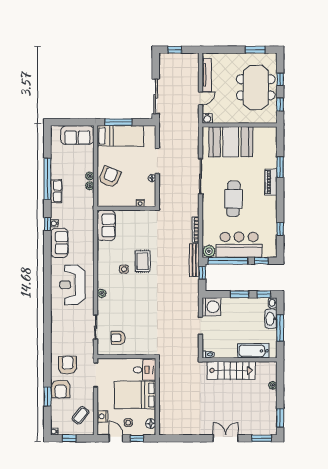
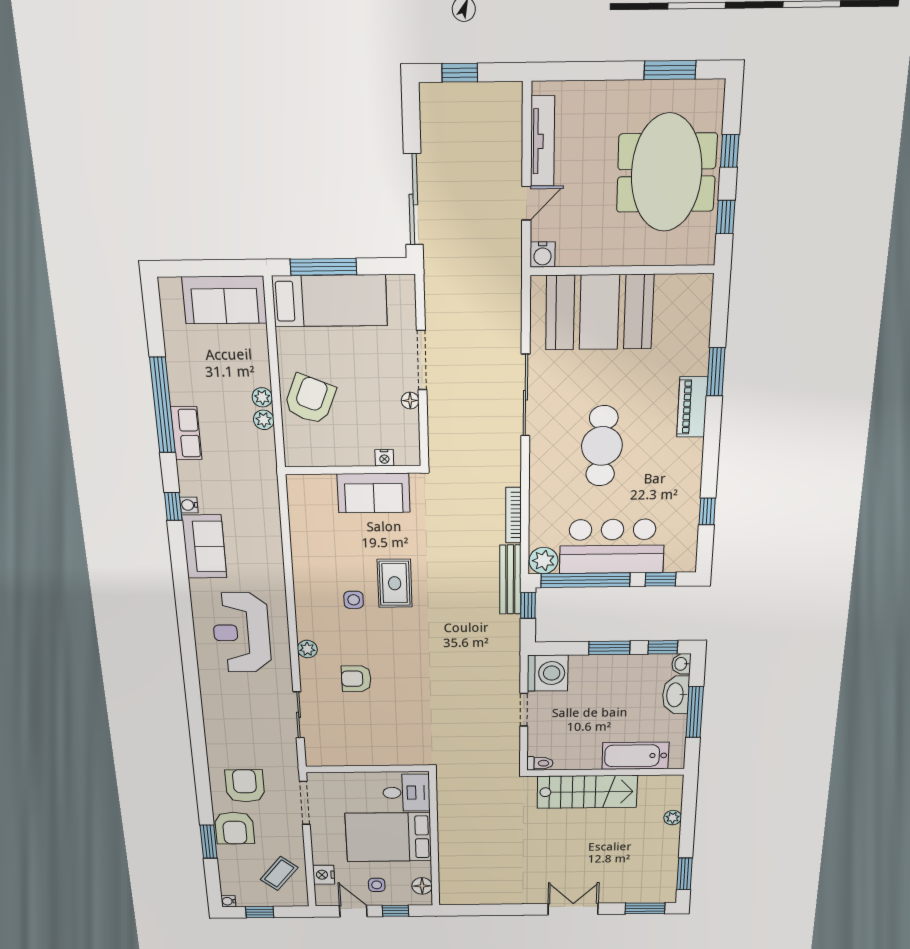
sofa: (106, 225) -> (374, 493), moved, turned 90
armchair: (118, 338) -> (356, 679), moved

